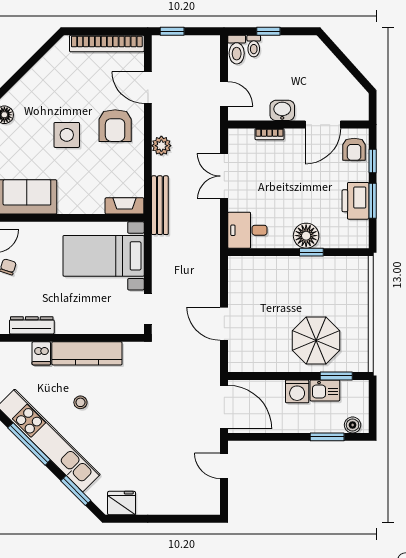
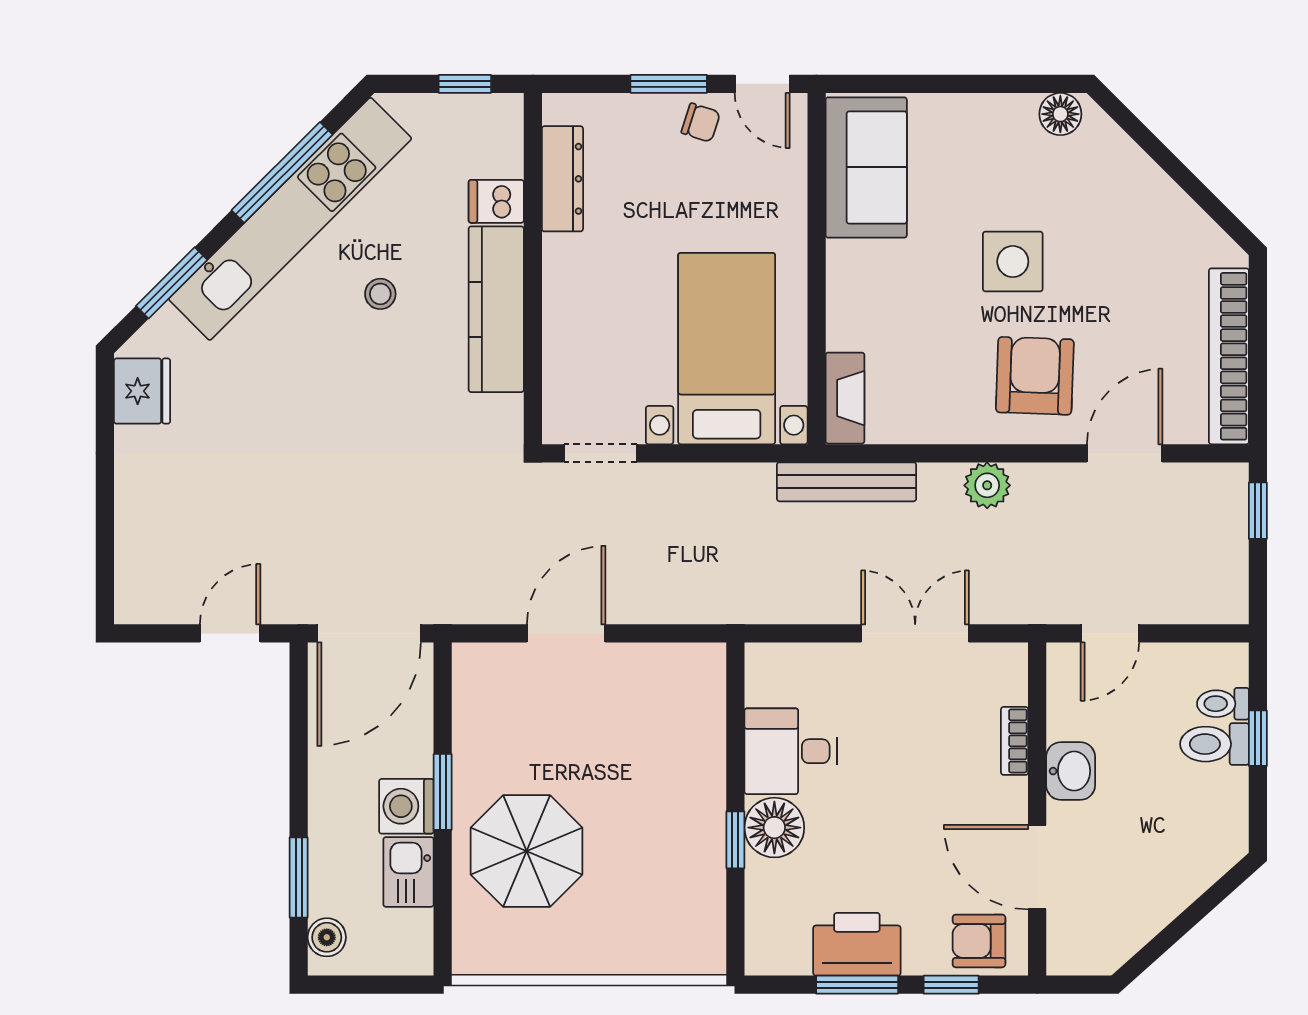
toilet: (237, 50) -> (1215, 744), moved
armchair: (115, 126) -> (1035, 376), turned 92
desk: (247, 230) -> (791, 751), moved, turned -90
window: (336, 376) -> (443, 792), moved

